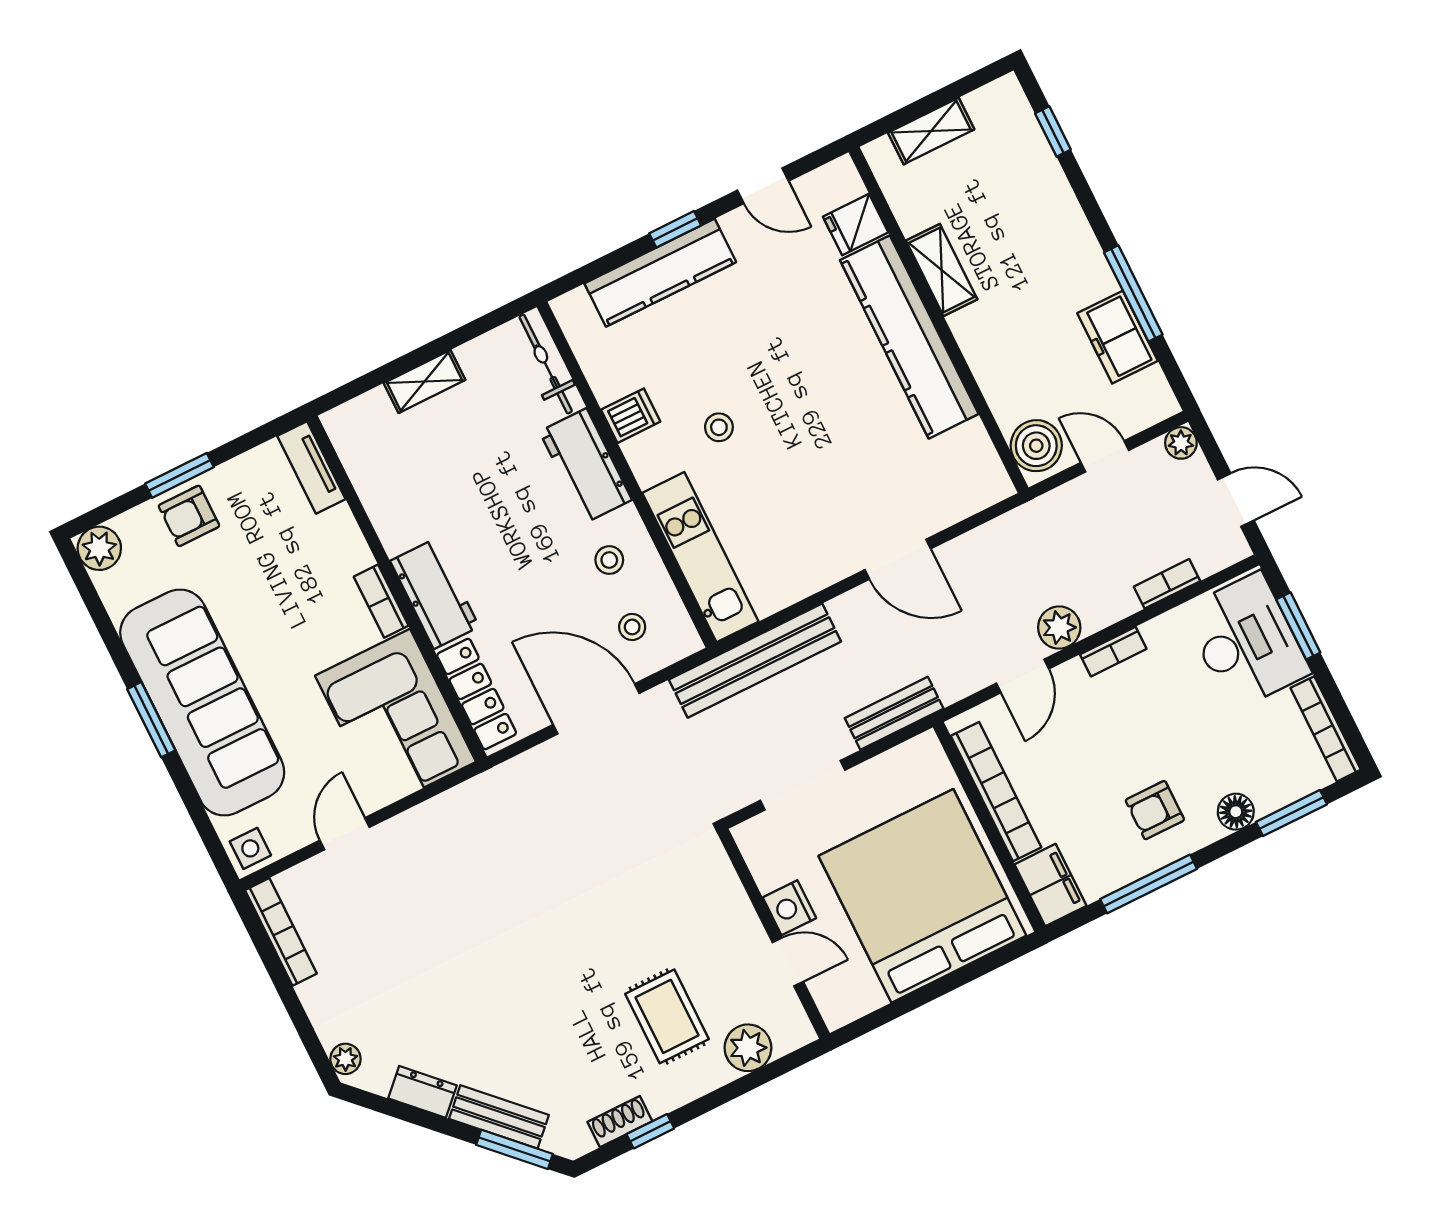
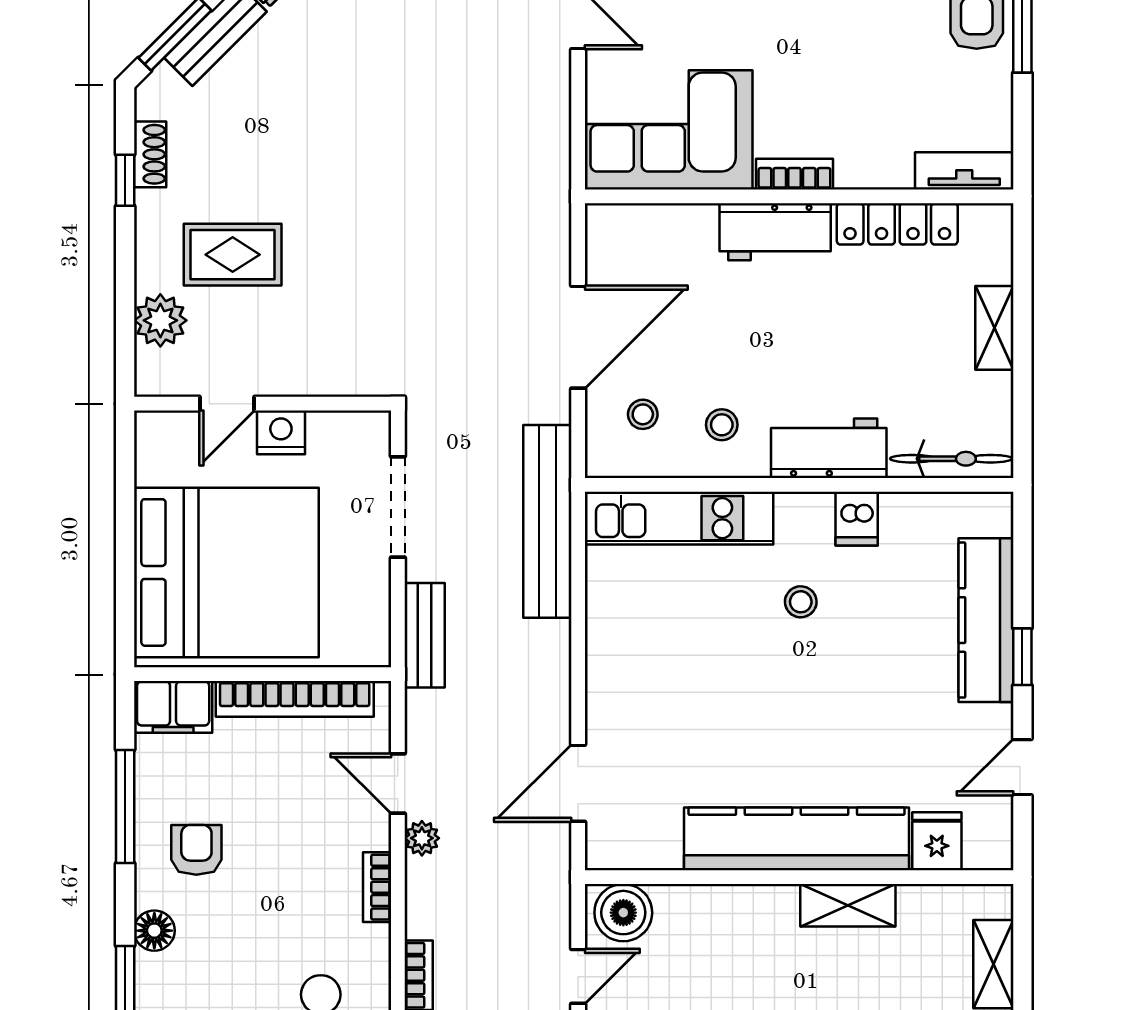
door: (898, 559) -> (578, 783), moved
plant: (1059, 628) -> (422, 838), width x0.73, depth x0.73
locker: (477, 694) -> (897, 224), moved

